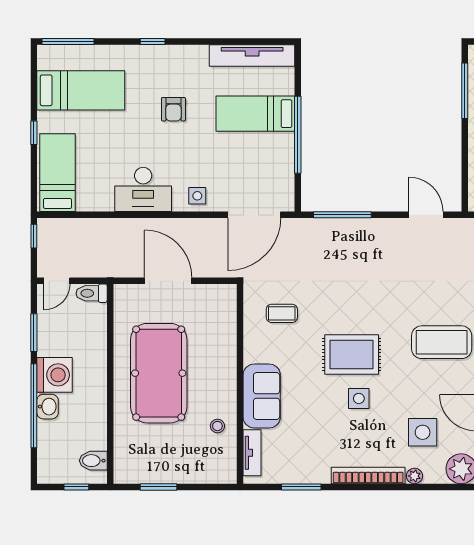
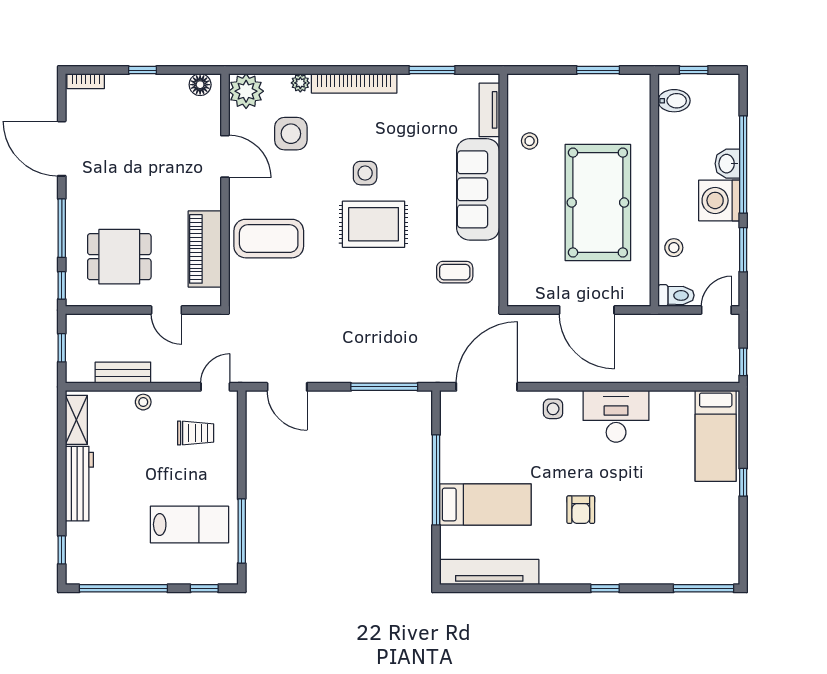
bed: (81, 90) -> (689, 532), removed
armchair: (173, 109) -> (581, 510), turned 180
stool: (93, 334) -> (674, 248), added
sofa: (262, 396) -> (478, 189), width x1.36

